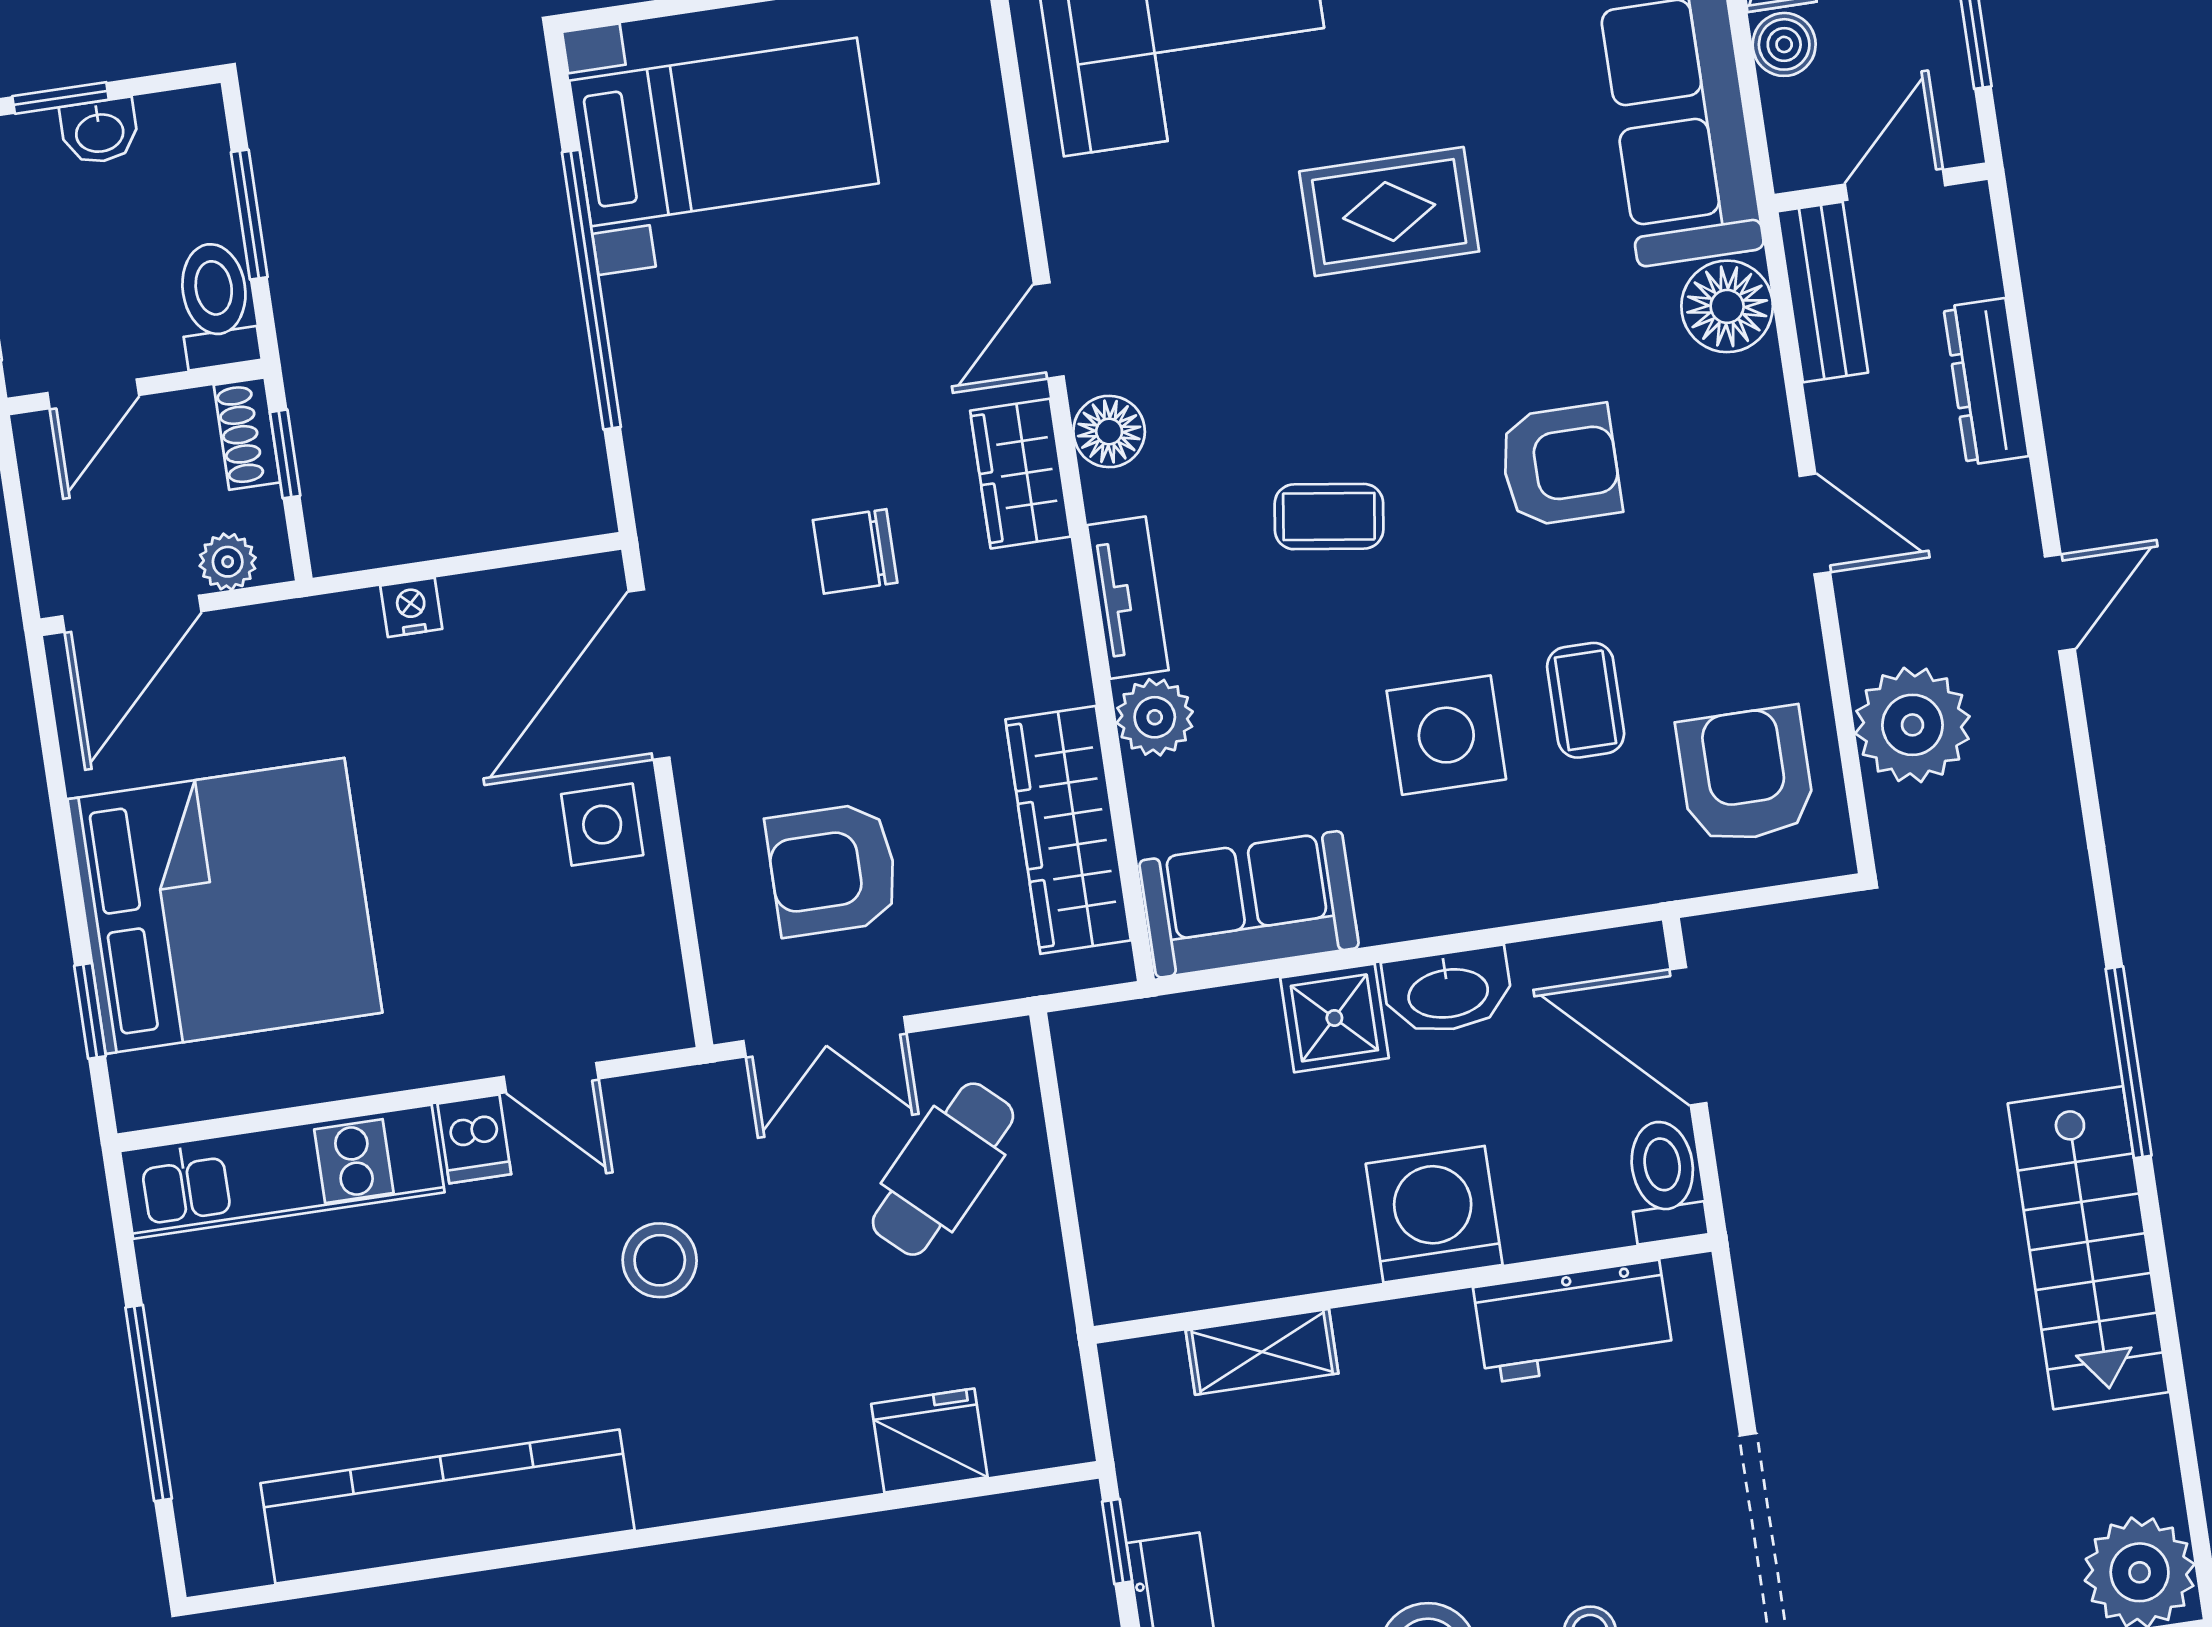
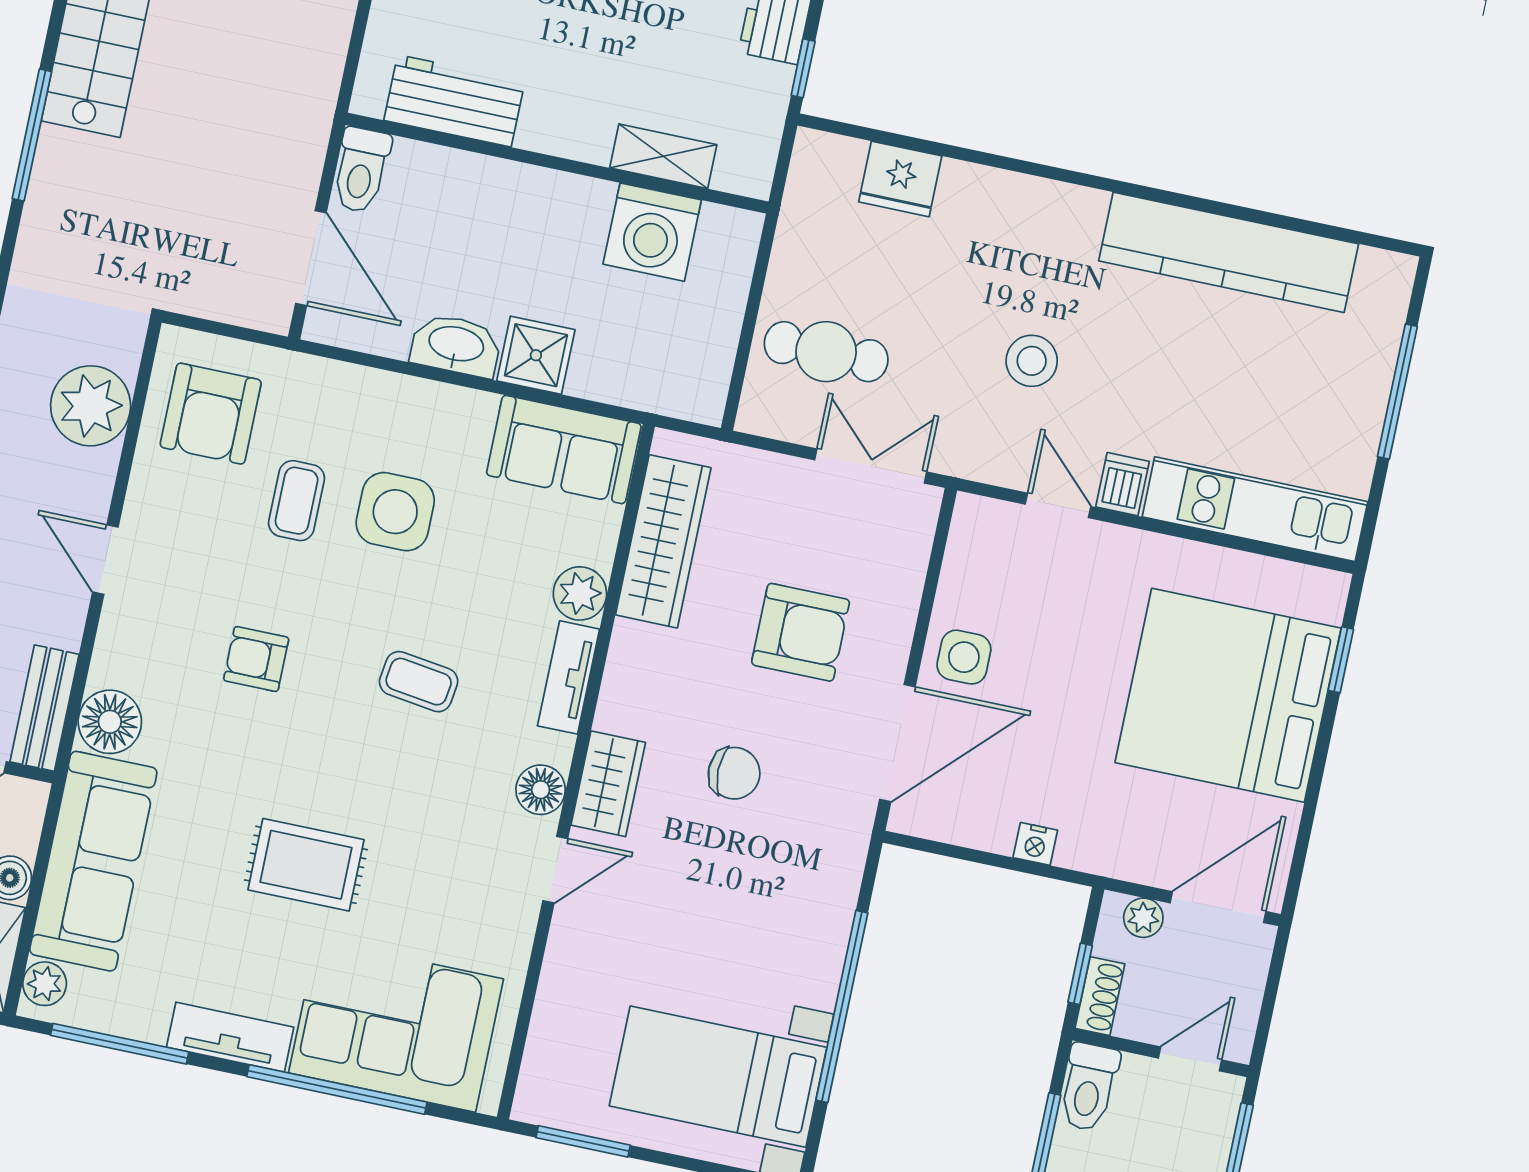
armchair: (1560, 465) -> (256, 659), width x0.72, depth x0.72
armchair: (833, 870) -> (801, 632), moved
cafe table: (943, 1169) -> (826, 352), turned 47
washing machine: (1434, 1214) -> (652, 232), moved

